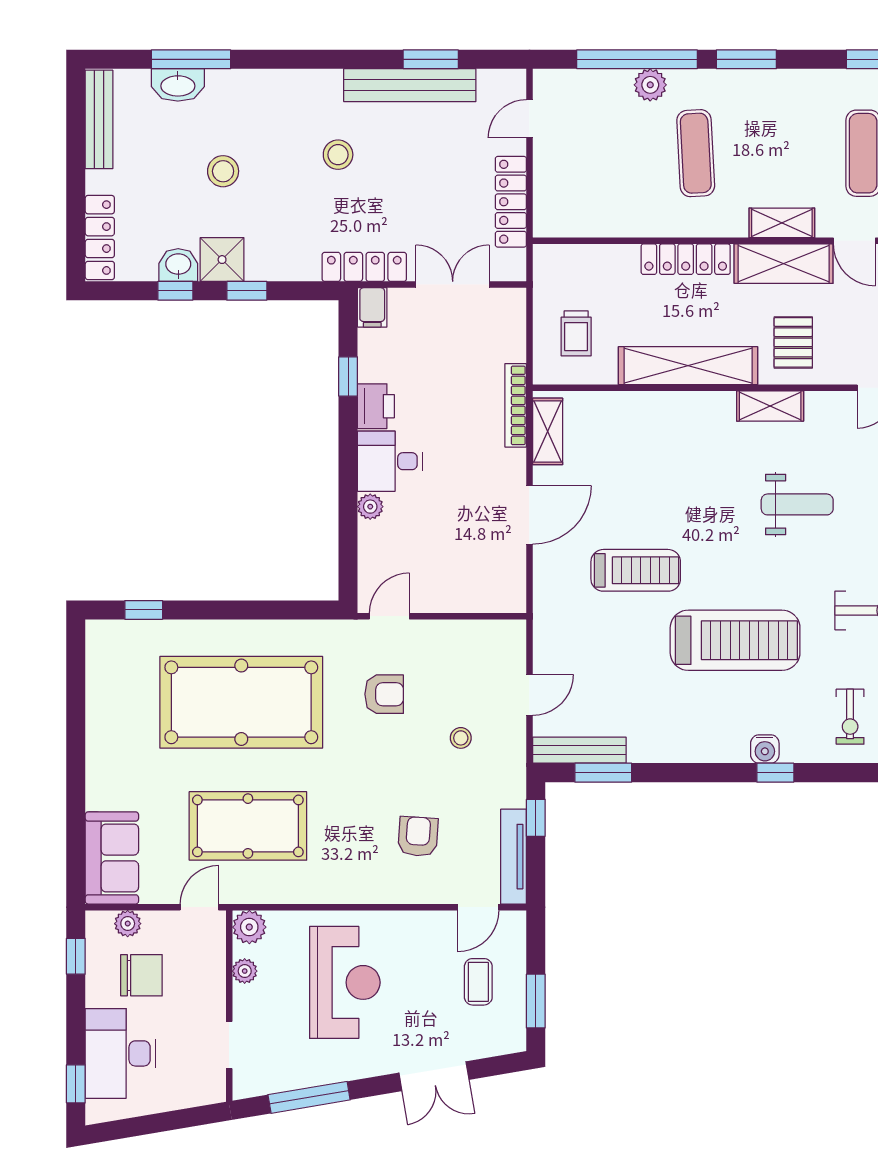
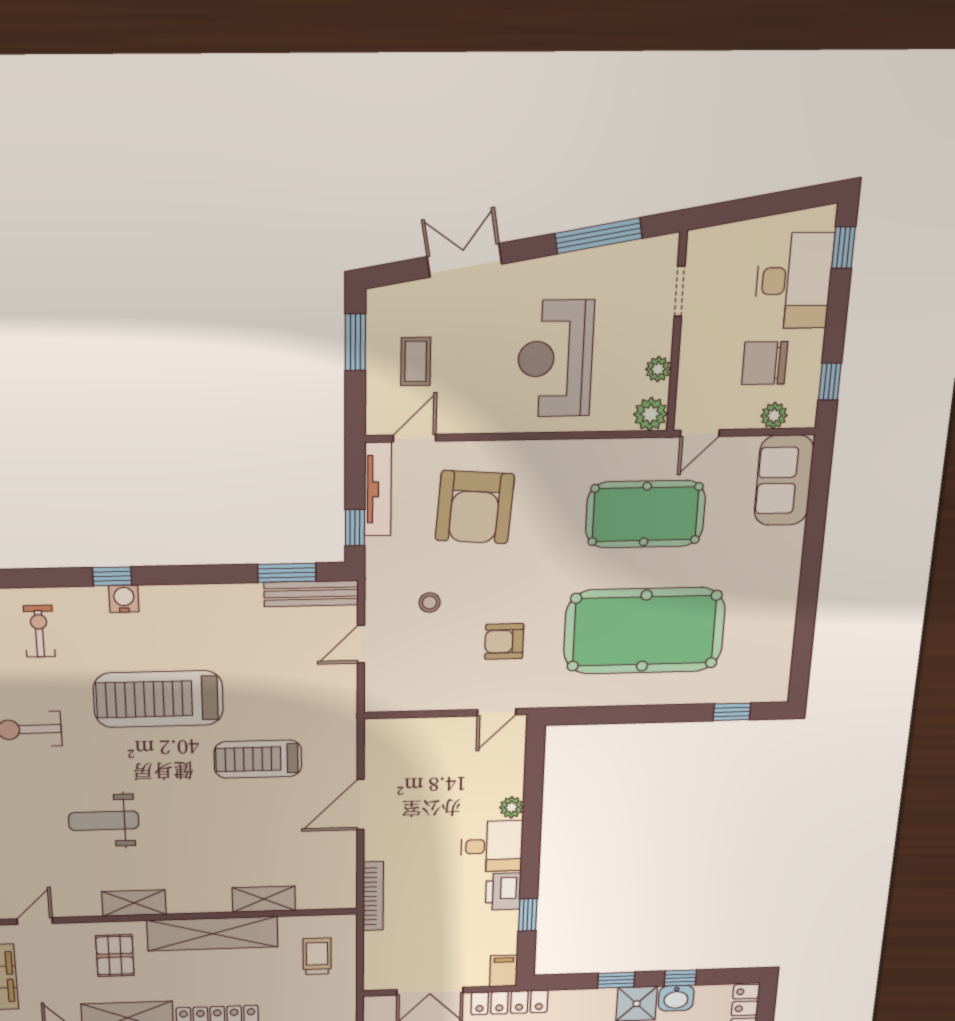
shelving: (548, 431) -> (264, 899), moved, turned 90
armchair: (418, 836) -> (475, 507), width x1.88, depth x1.88

